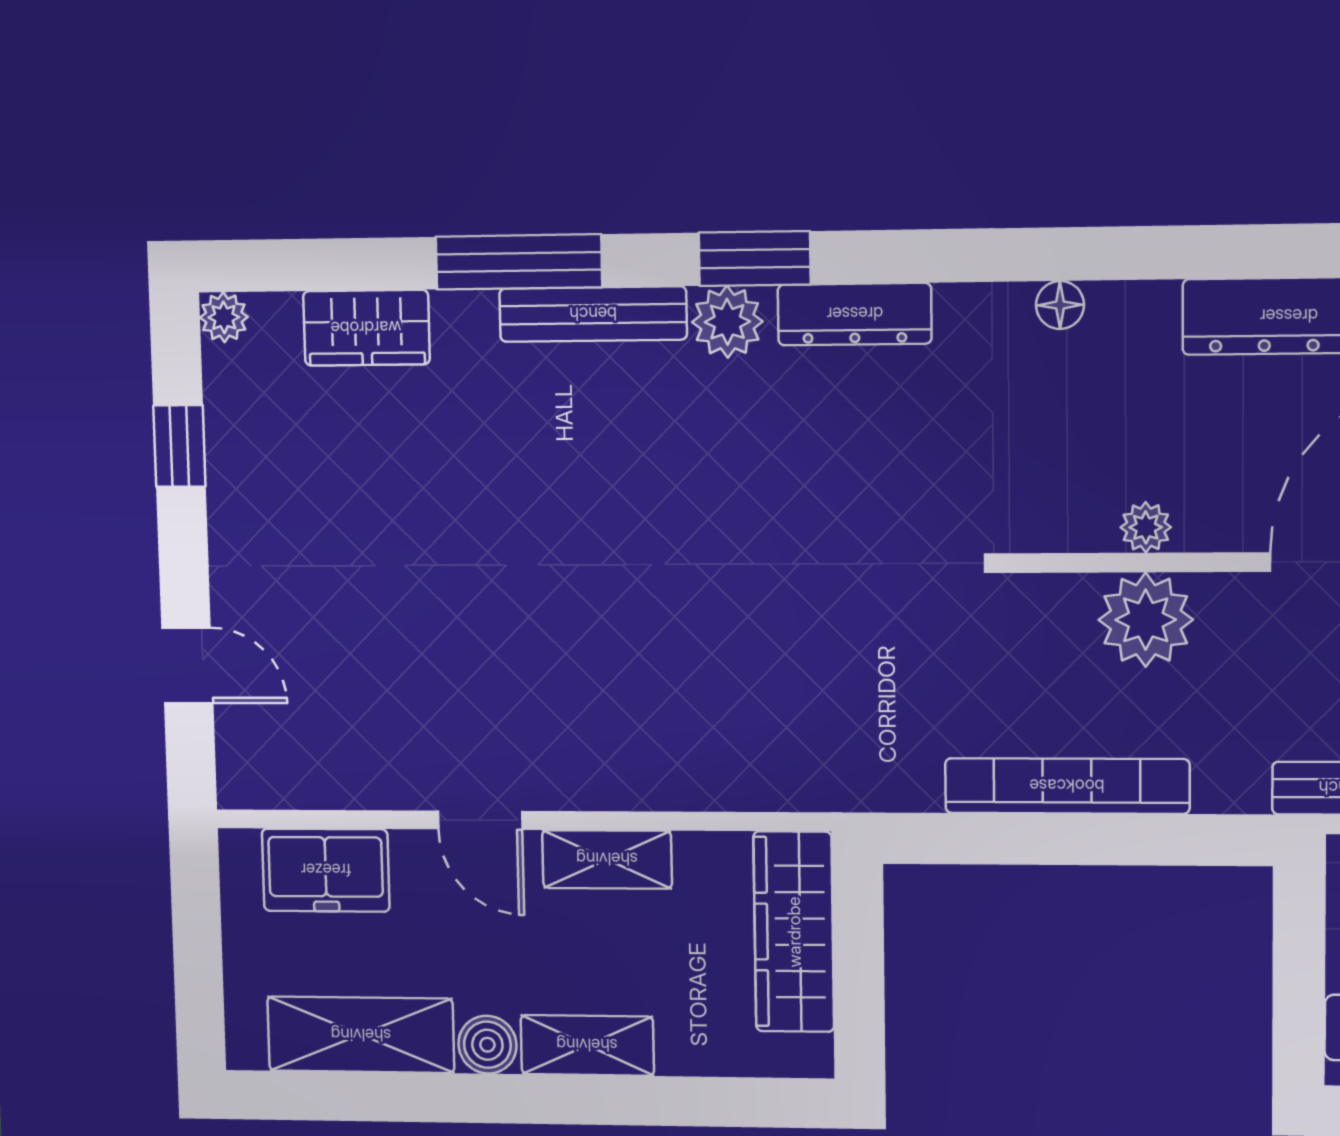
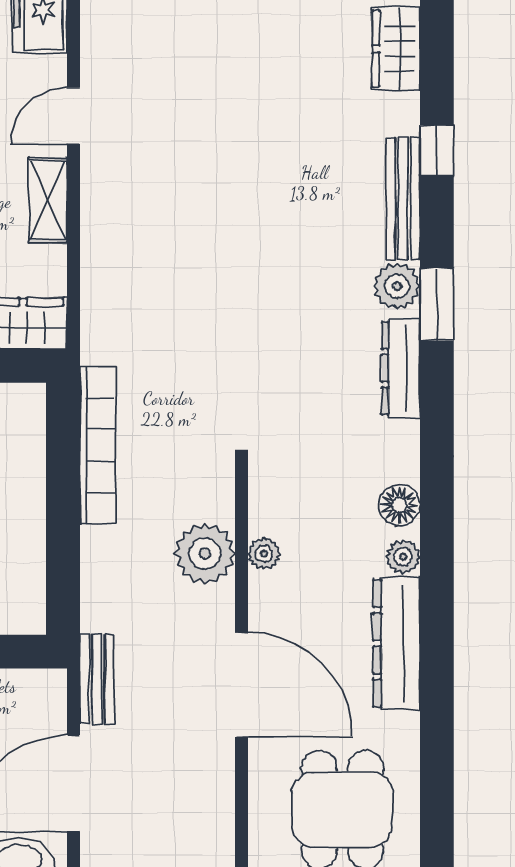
window: (519, 262) -> (437, 151), width x0.46
floor lamp: (1060, 305) -> (399, 505), width x1.37, depth x1.37
plant: (1151, 307) -> (403, 557), added
bookcase: (1067, 786) -> (98, 445), moved

